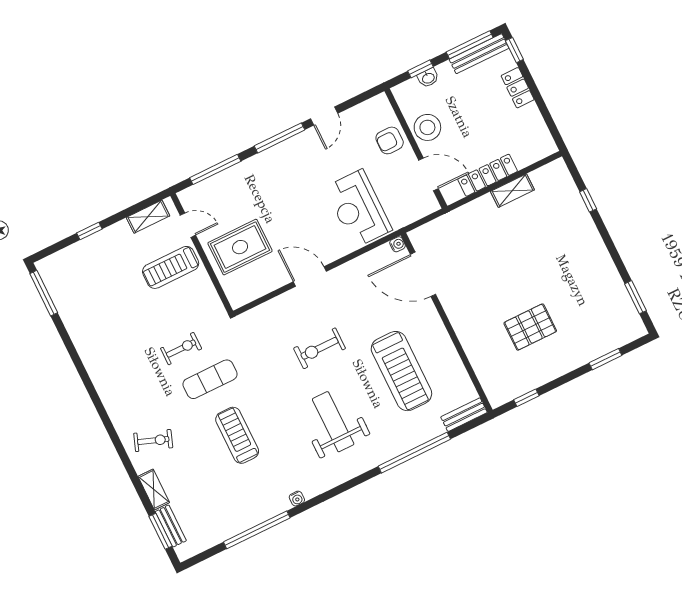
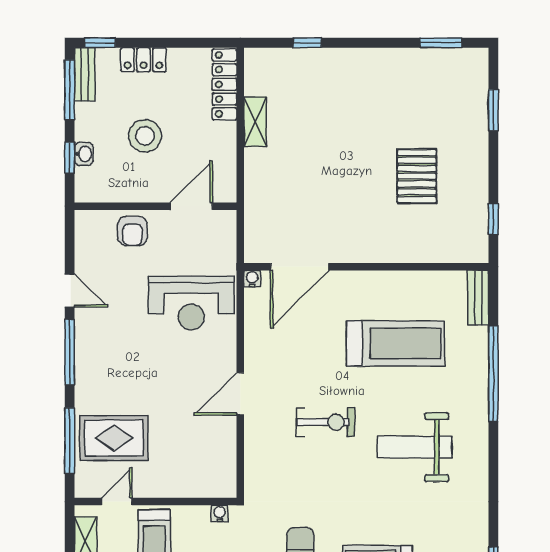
bench: (479, 54) -> (85, 74), width x0.73
stool: (427, 127) -> (145, 136), moved
locker: (488, 175) -> (225, 84), moved
rug: (240, 247) -> (114, 438), moved, turned 90
exercise bike: (320, 348) -> (326, 422), turned -90
water cooler: (297, 499) -> (220, 513), moved, turned -90

